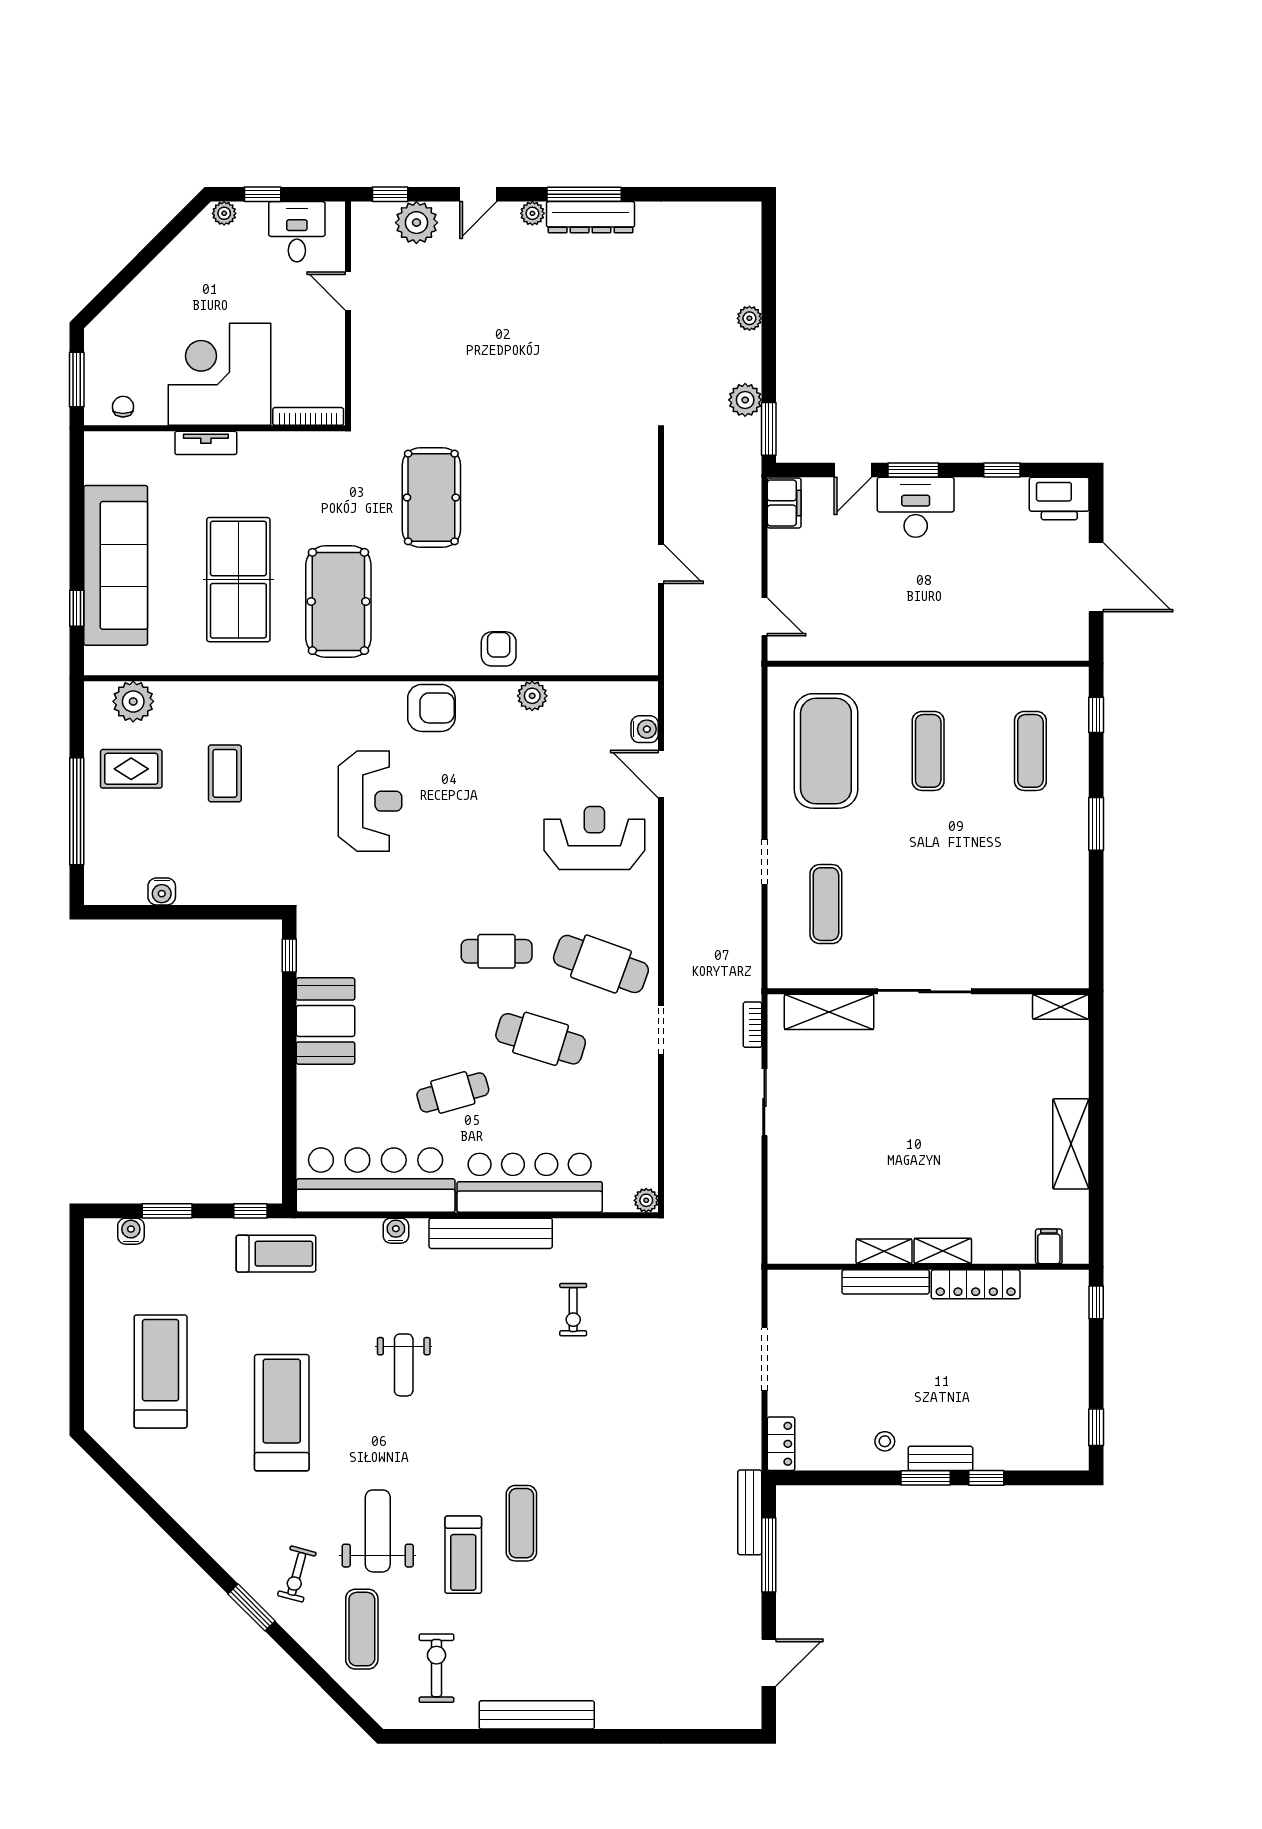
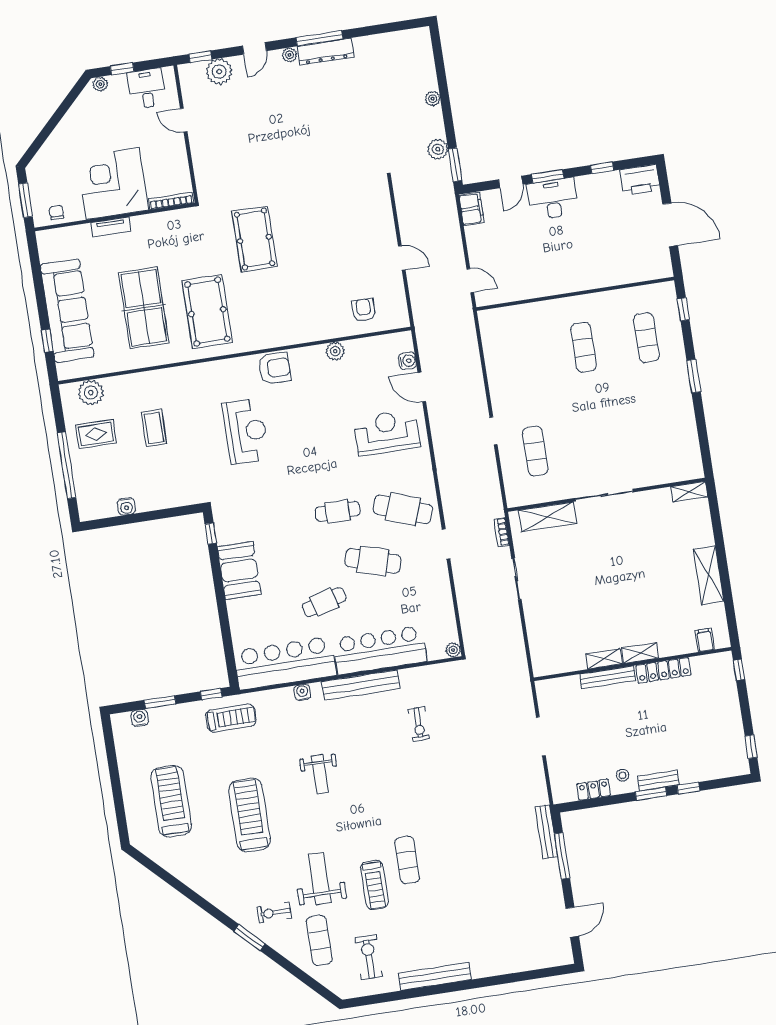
armchair: (499, 649) -> (364, 310), moved
exercise mat: (826, 751) -> (521, 357), removed
locker: (781, 1444) -> (594, 790), moved, turned -90
exercise bike: (297, 1574) -> (274, 913), turned 75

